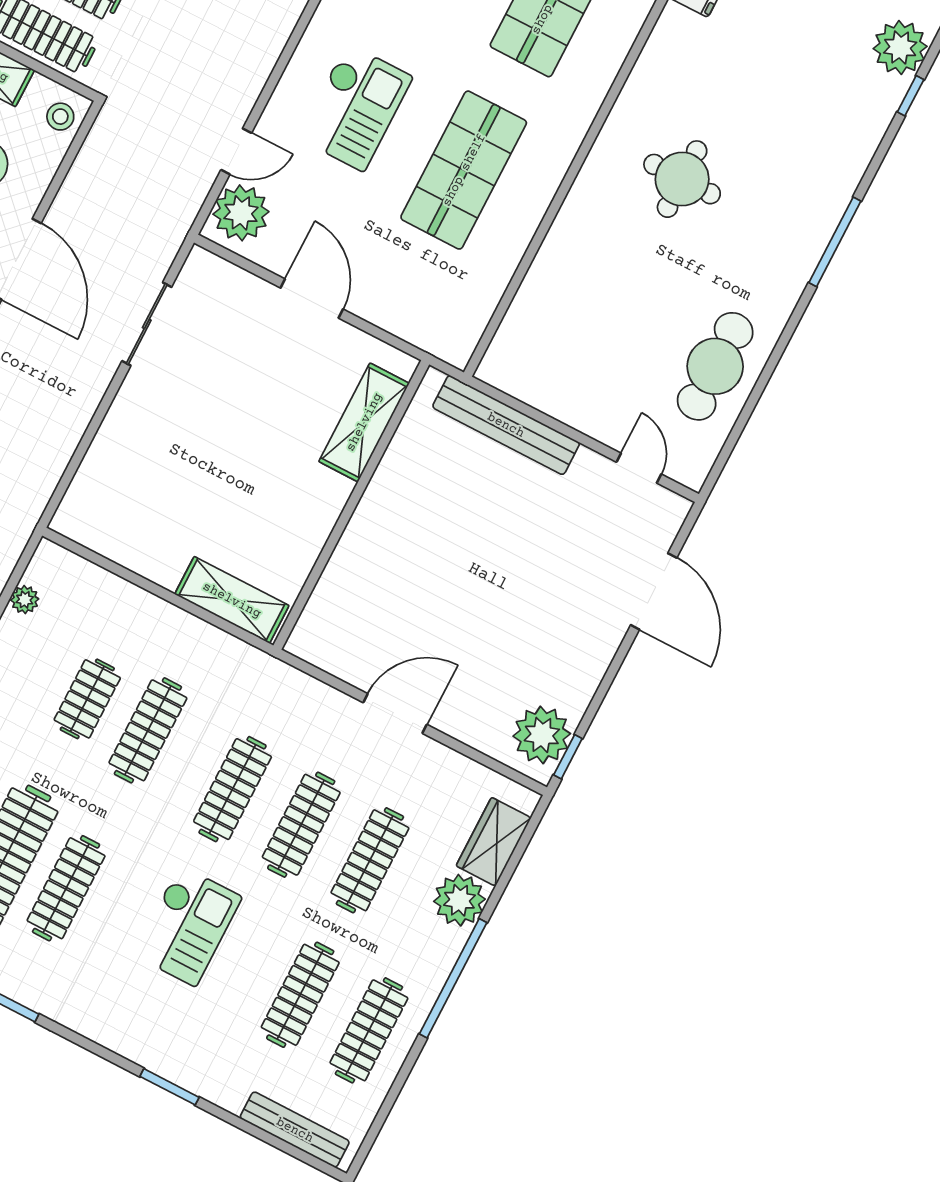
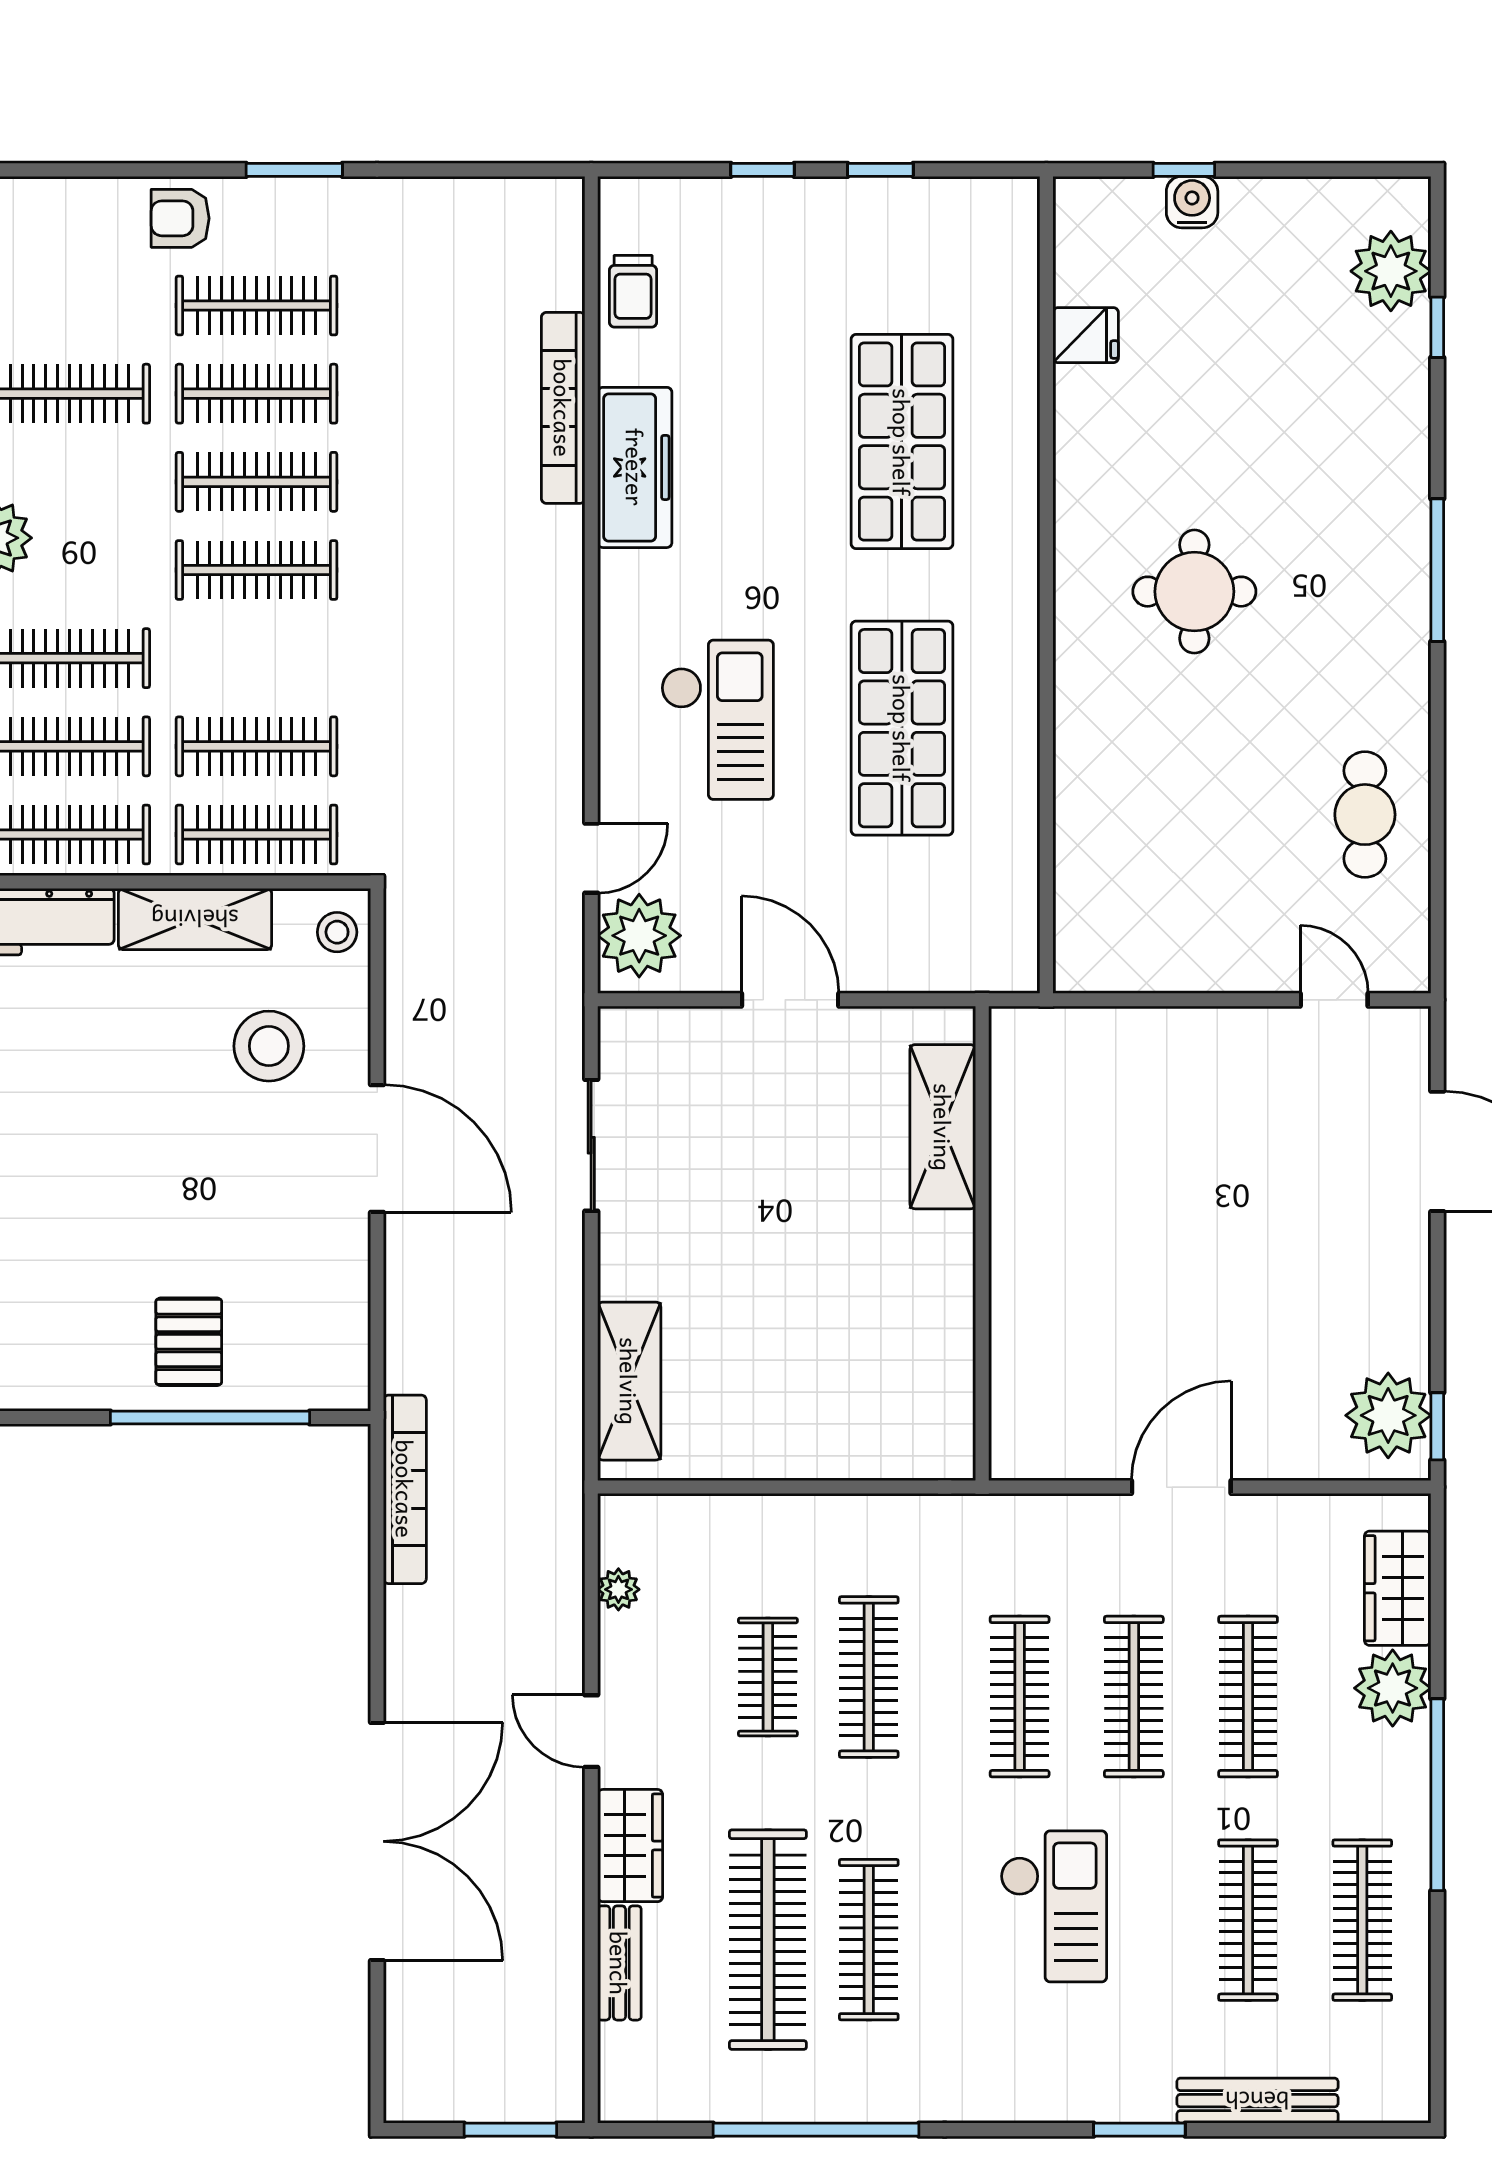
cafe table: (715, 366) -> (1365, 815), width x0.73, depth x0.74
bench: (506, 425) -> (1131, 1033), removed
shelving: (232, 600) -> (629, 1381), moved, turned 90
bench: (295, 1130) -> (1257, 2101), moved

